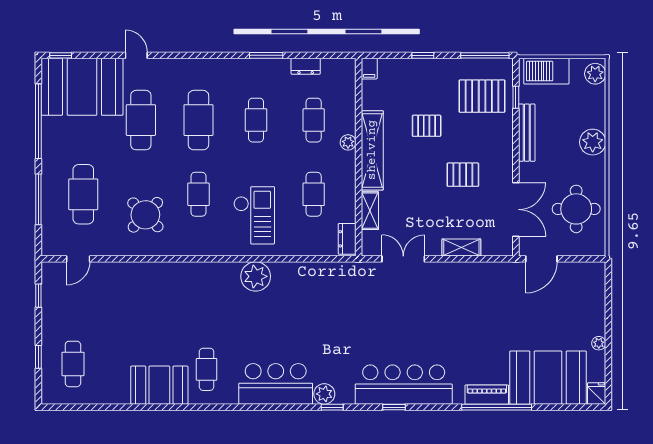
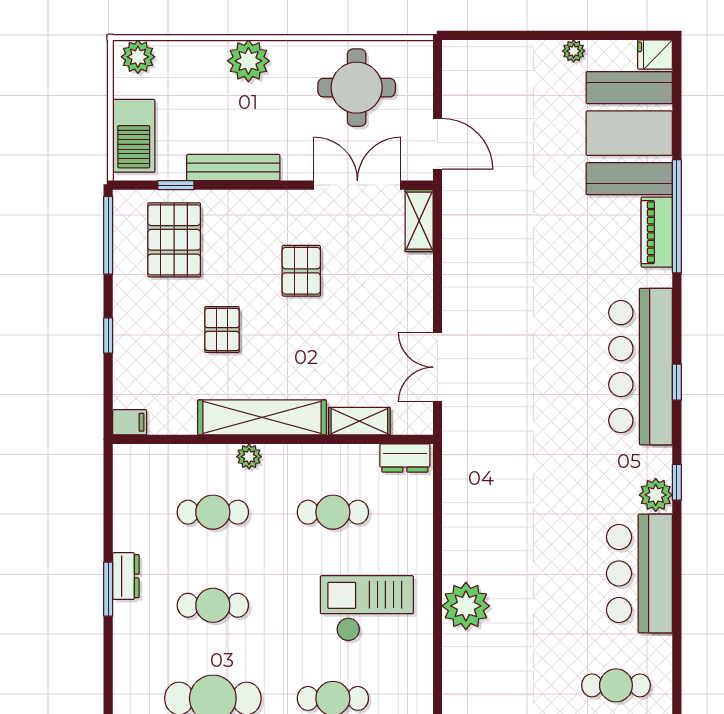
dresser: (306, 66) -> (126, 576), moved
shelving: (461, 248) -> (419, 221), moved

